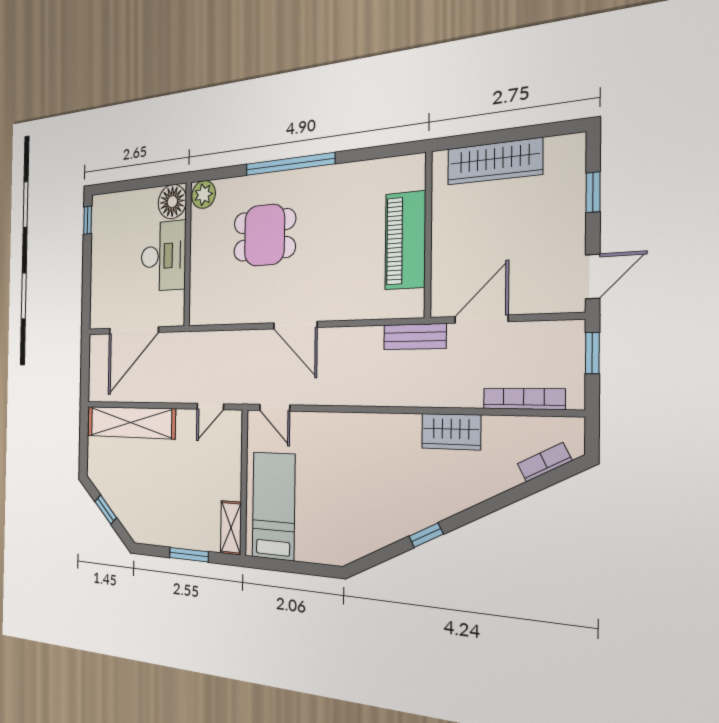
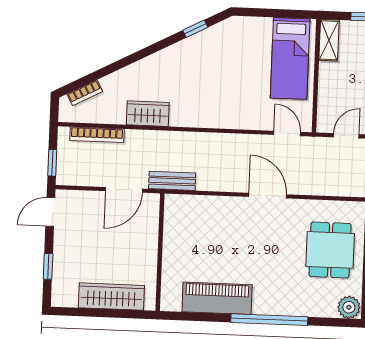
dining table: (264, 235) -> (330, 250), moved, turned 90
piano: (405, 240) -> (217, 298), moved, turned -90
window: (426, 535) -> (195, 29), moved

